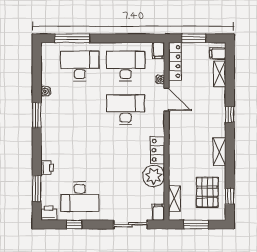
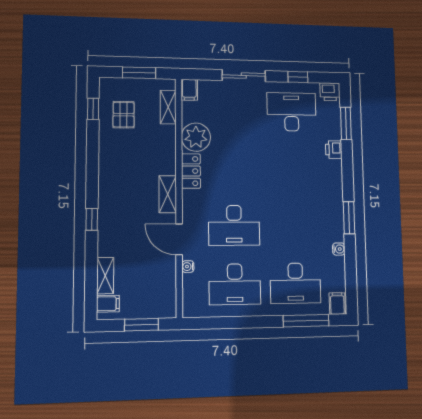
filing cabinet: (158, 50) -> (337, 303), moved
locker: (175, 61) -> (168, 292), removed
shelving: (219, 152) -> (168, 194), moved
pallet: (207, 192) -> (124, 115), width x0.67, depth x0.71
sliding door: (130, 224) -> (244, 76), moved

